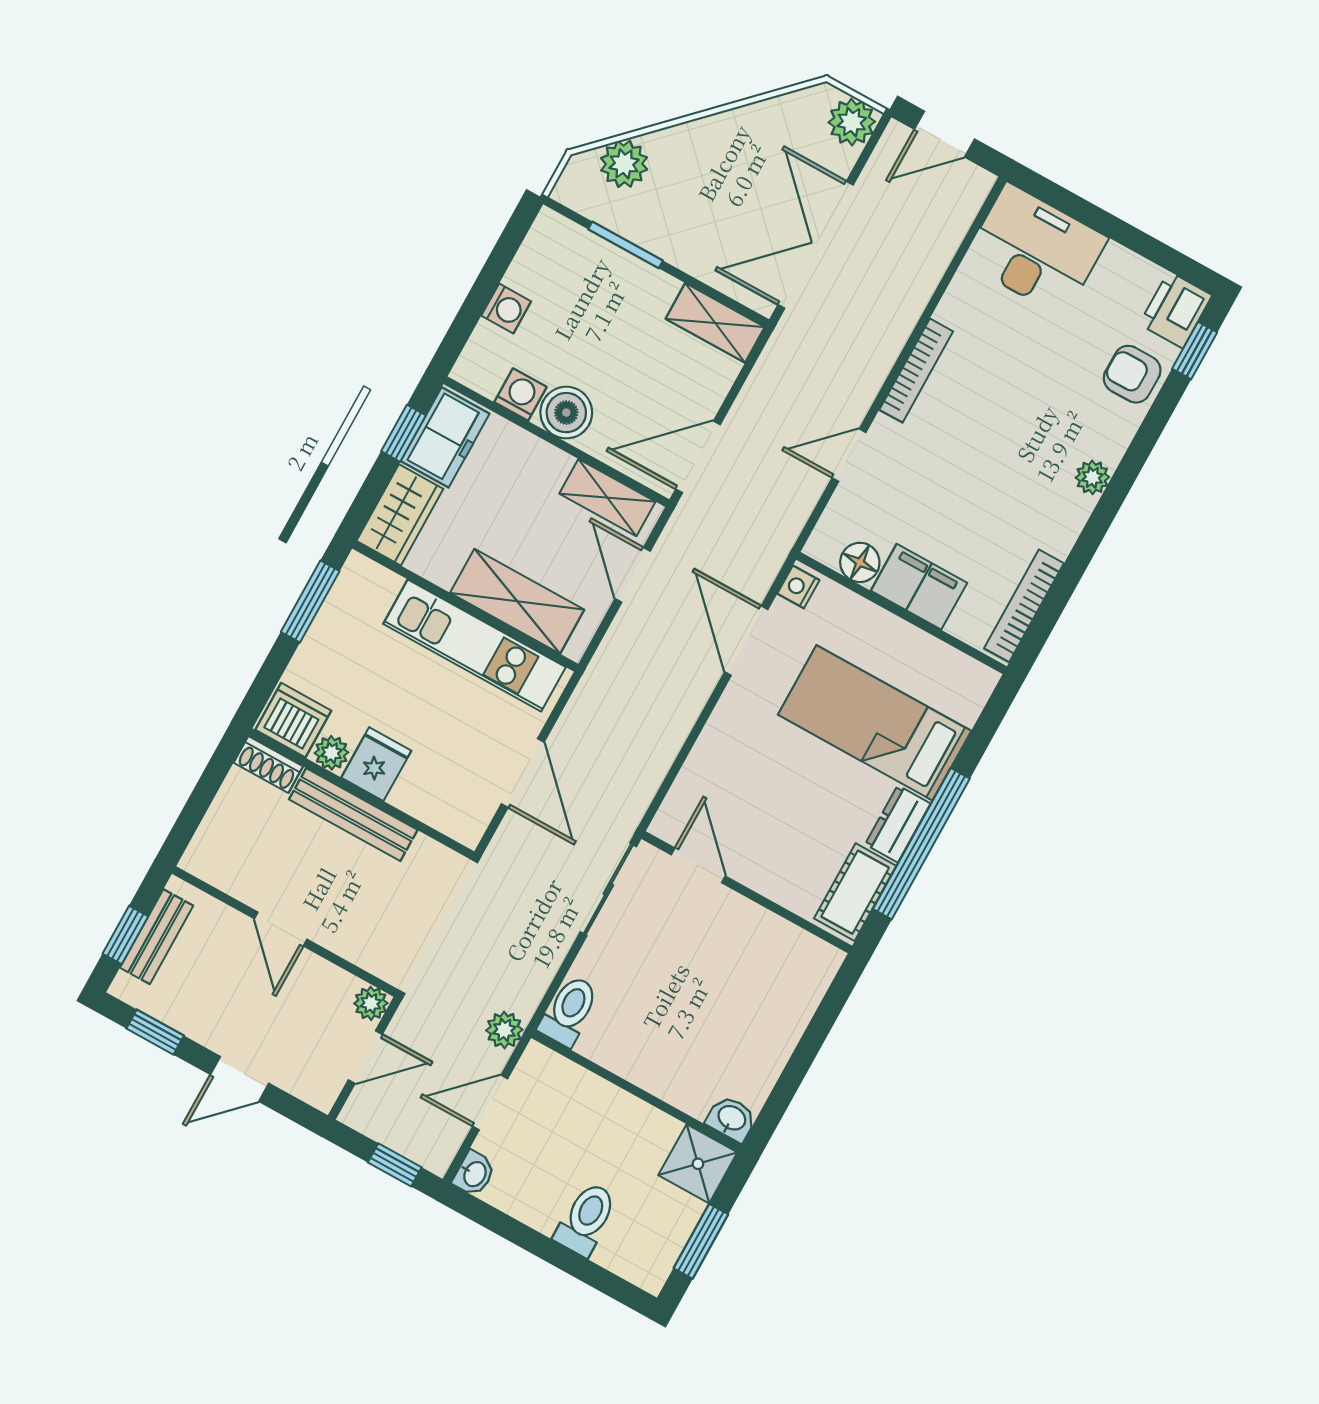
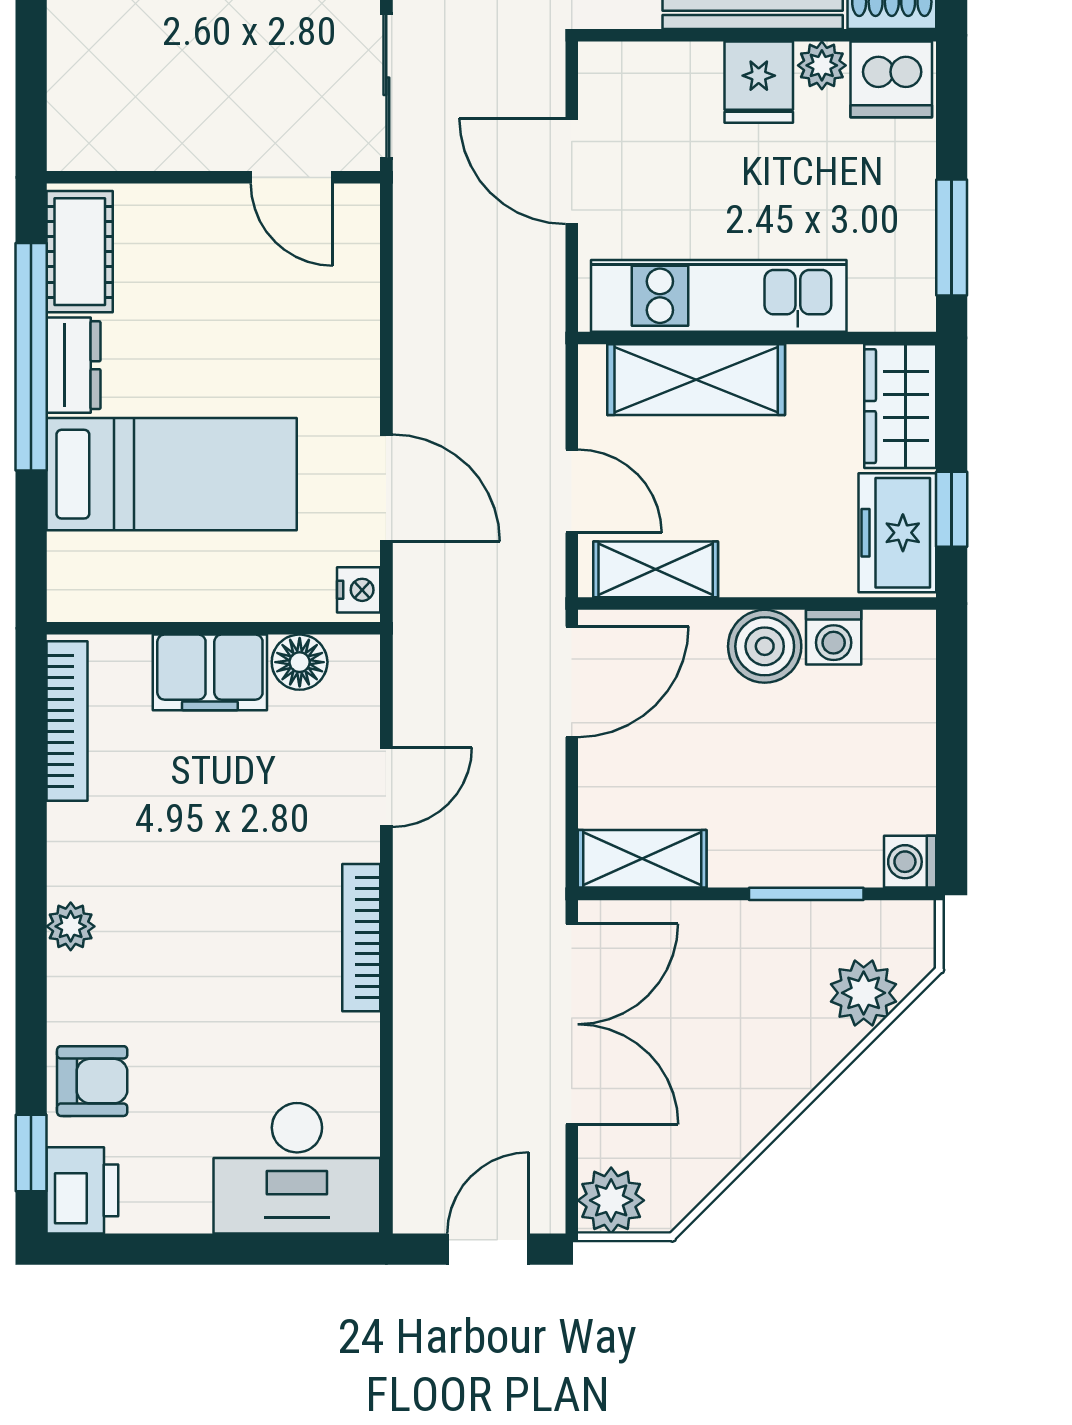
washing machine: (506, 309) -> (910, 862), moved

